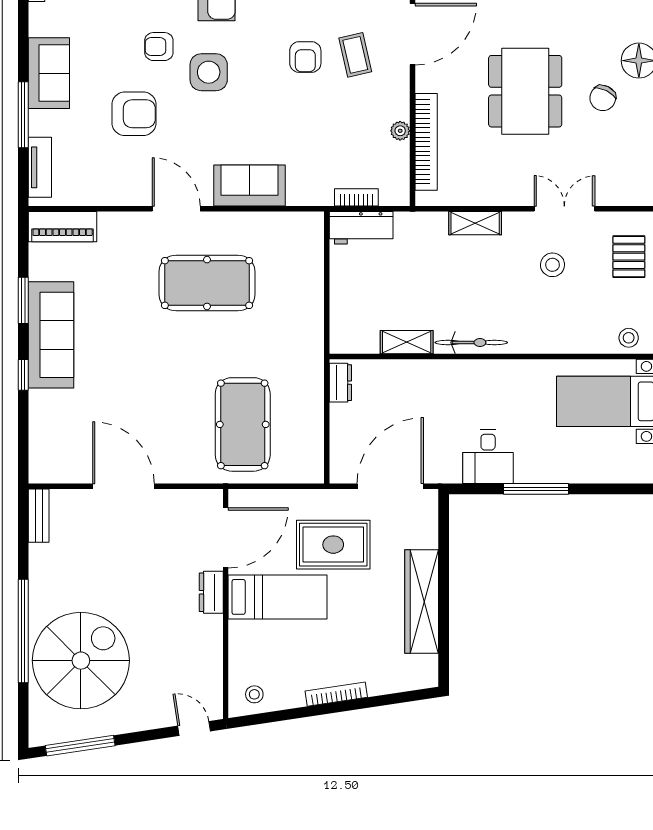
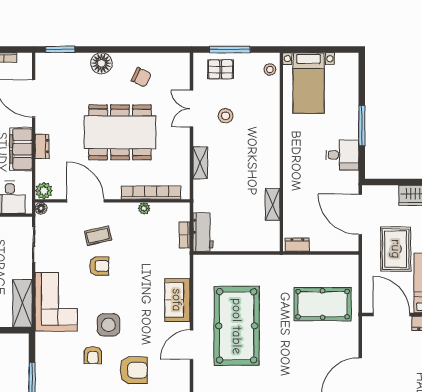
dining table: (525, 91) -> (120, 132), width x1.36, depth x1.24
chair: (603, 98) -> (141, 77), moved
armchair: (134, 114) -> (134, 370), turned 90
pool table: (207, 283) -> (237, 326), width x1.36, depth x1.32
bicycle: (471, 343) -> (273, 165), removed

